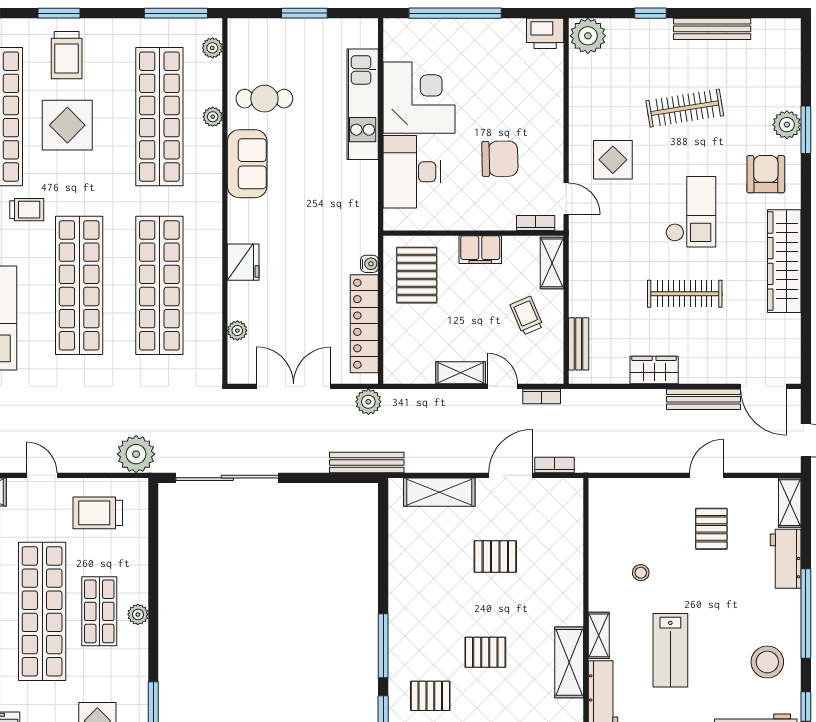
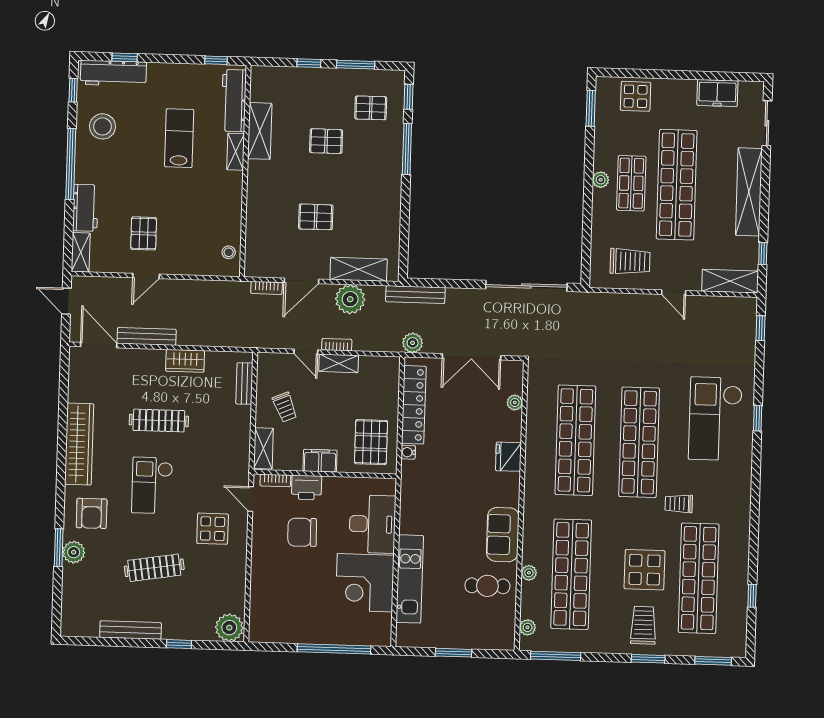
printer: (545, 33) -> (307, 487), moved, turned 180
bookcase: (542, 396) -> (337, 345), moved
plant: (136, 454) -> (350, 299), moved
stool: (641, 573) -> (229, 252), moved

